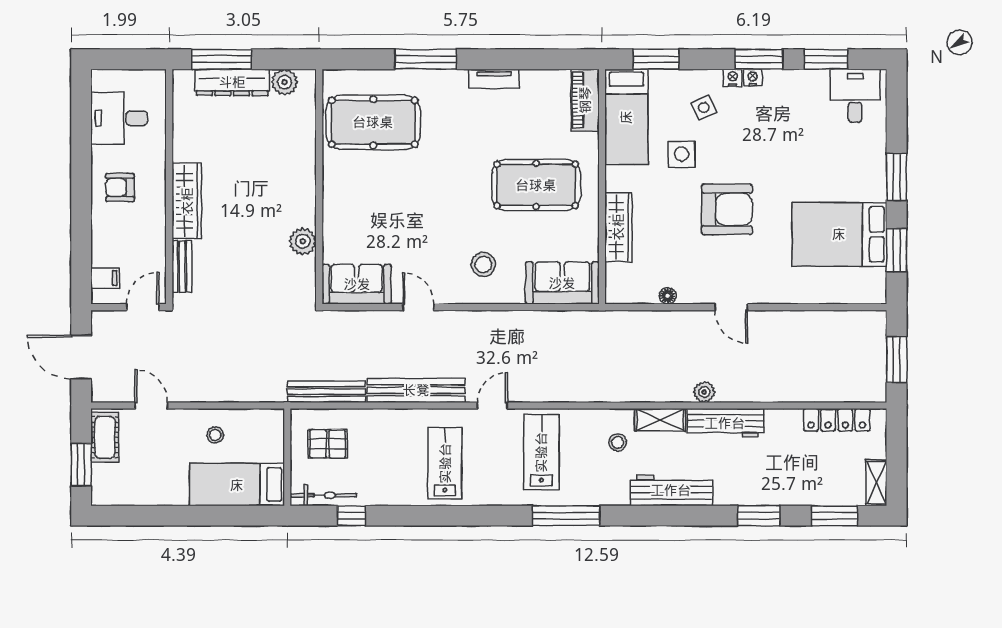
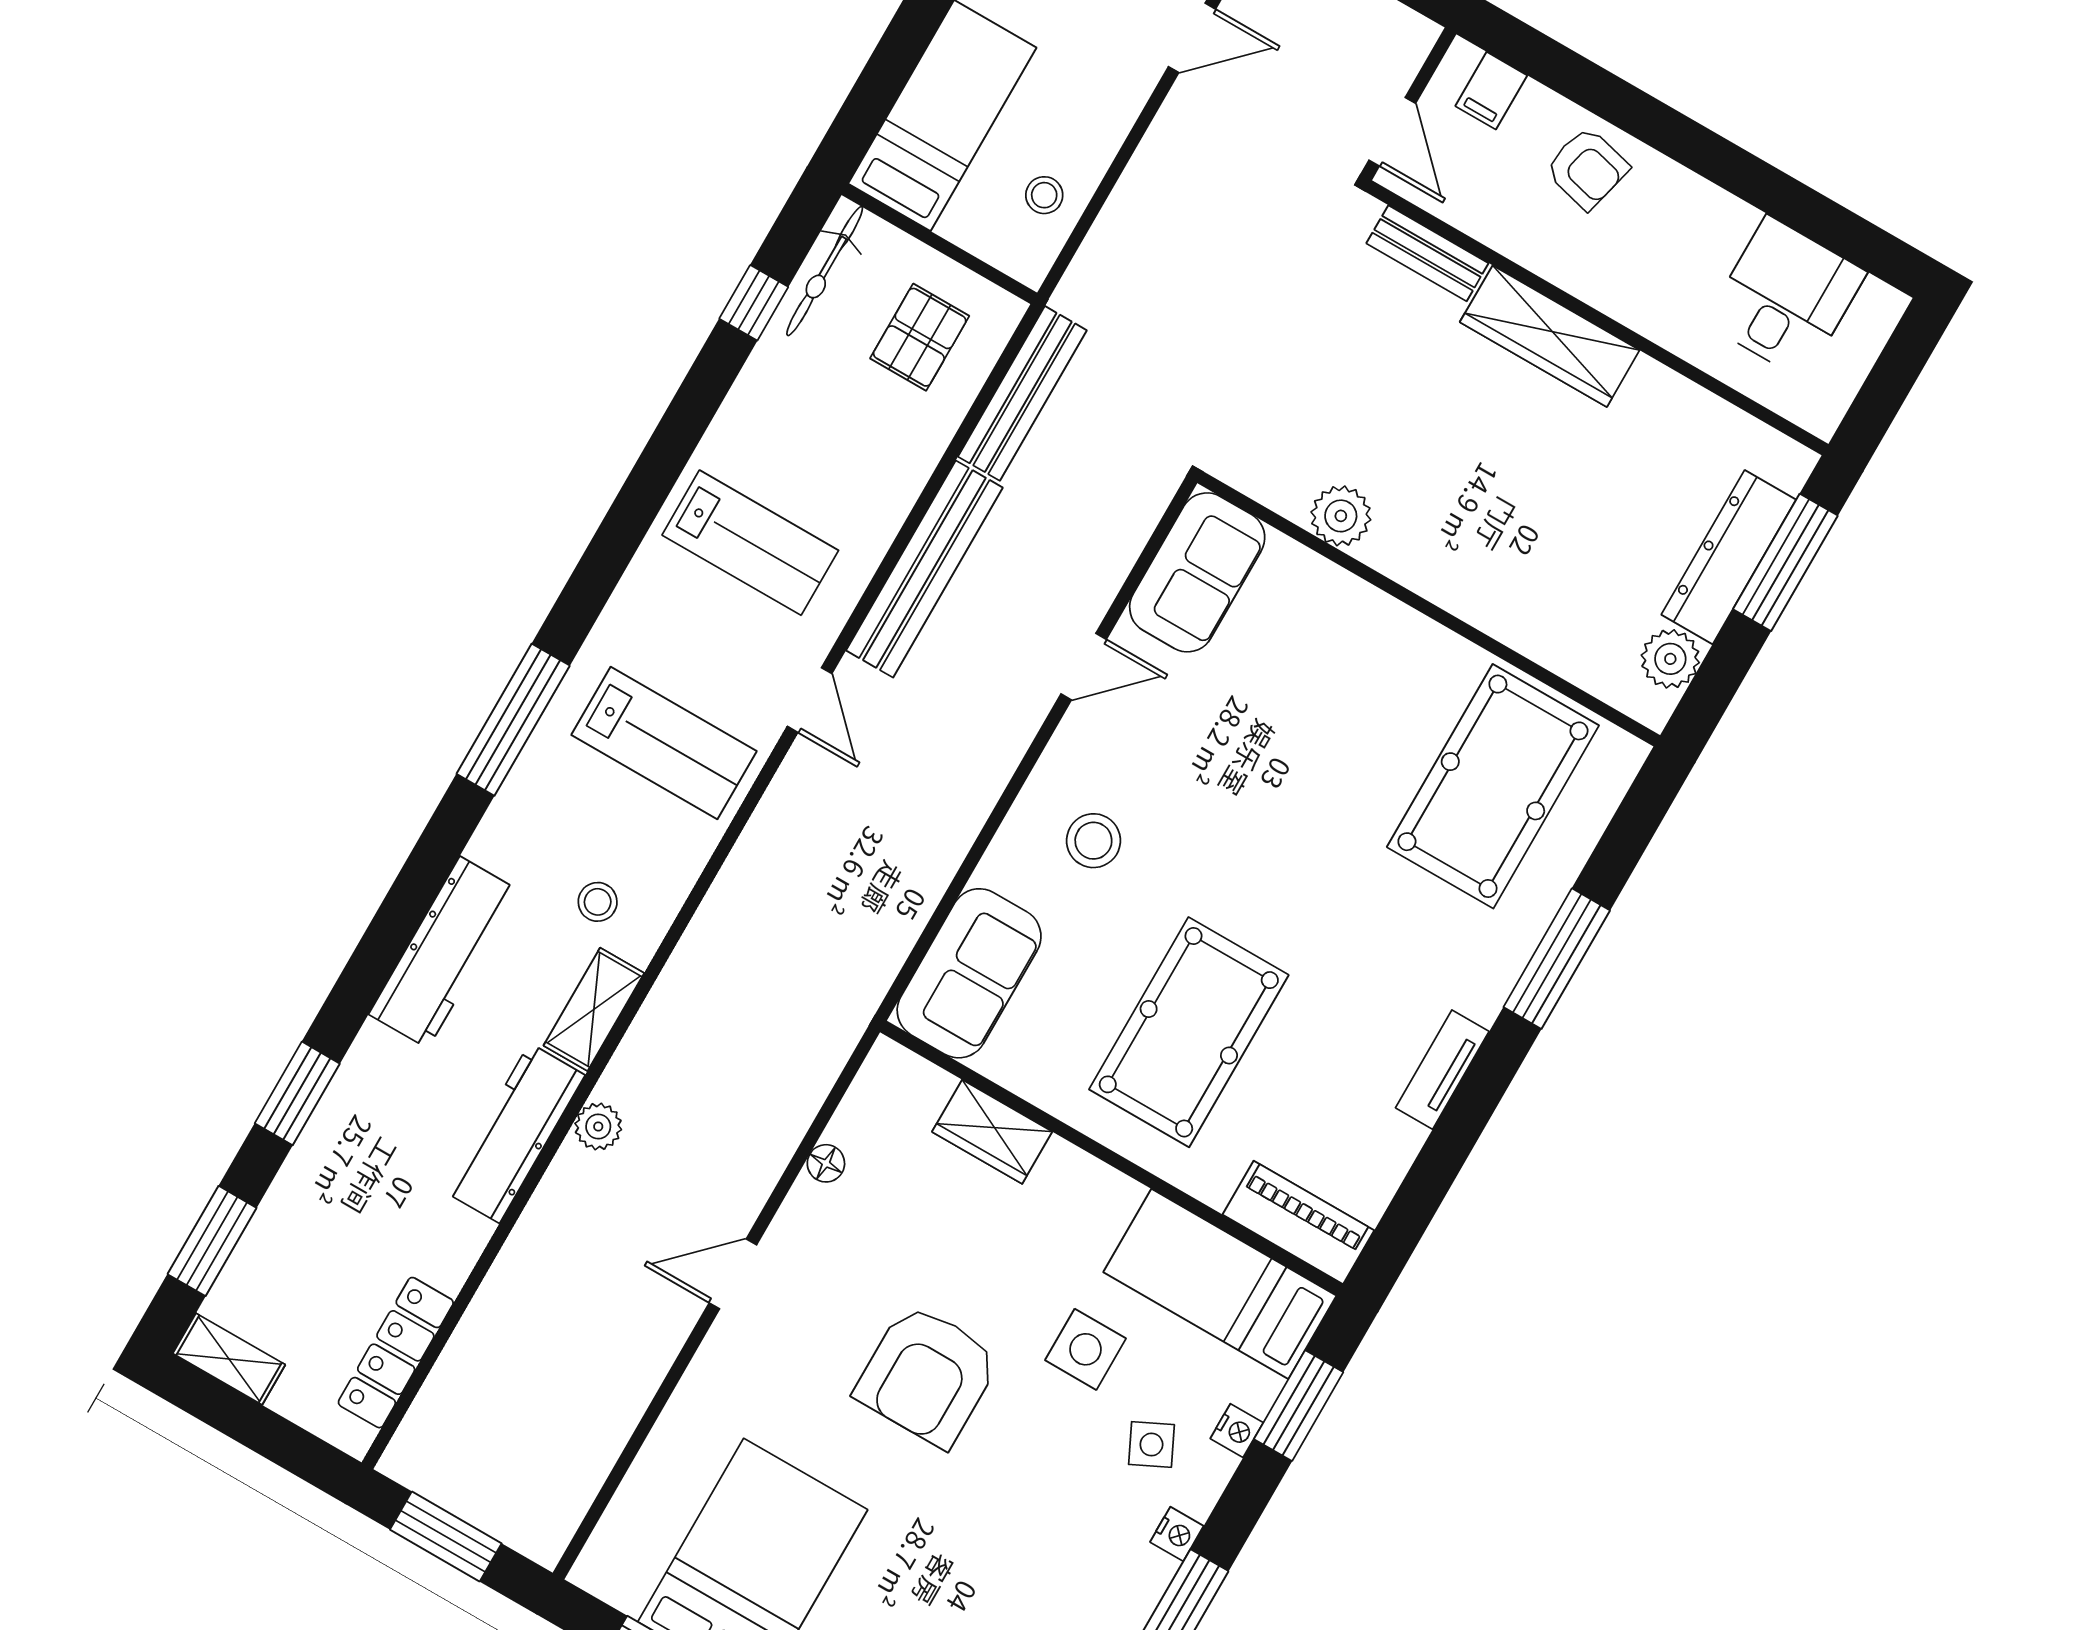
nightstand: (753, 78) -> (1237, 1431), moved
armchair: (120, 187) -> (1587, 168), moved, turned 104
wardrobe: (618, 227) -> (992, 1132), width x0.67
stool: (215, 435) -> (1044, 195), moved

